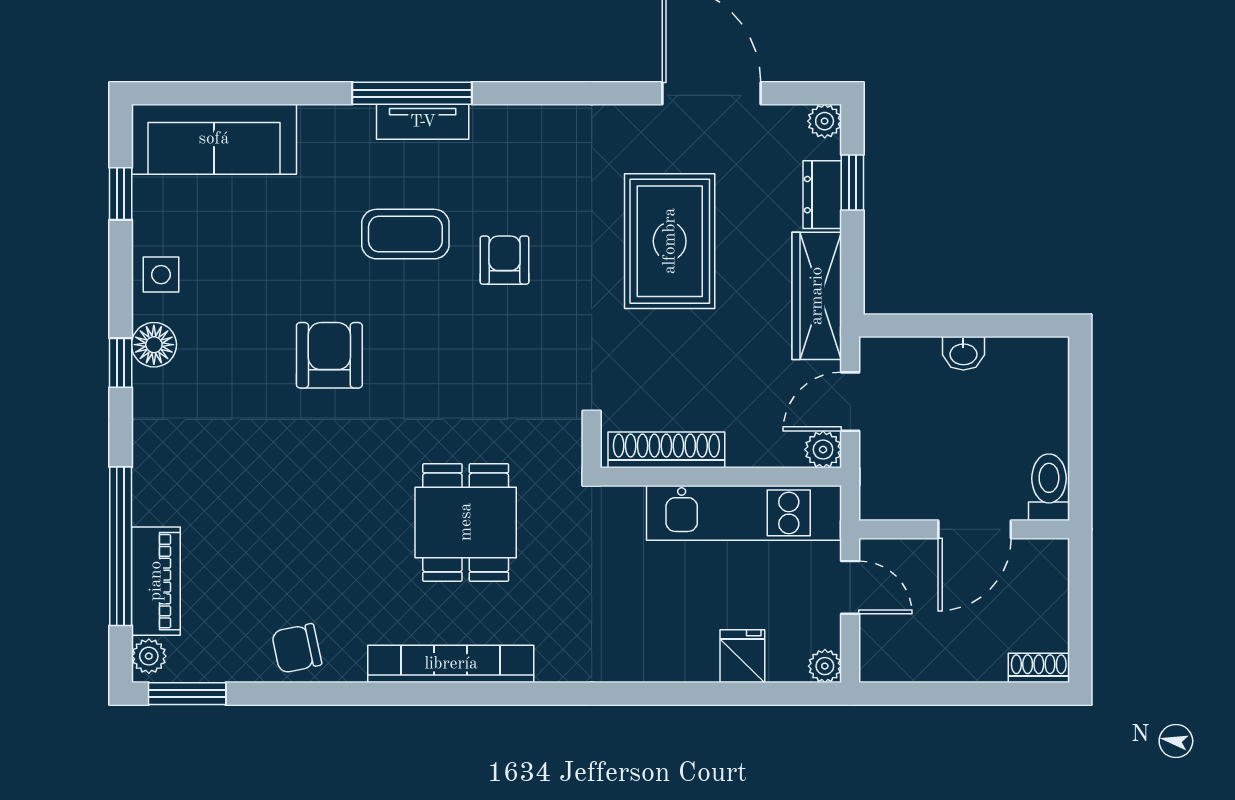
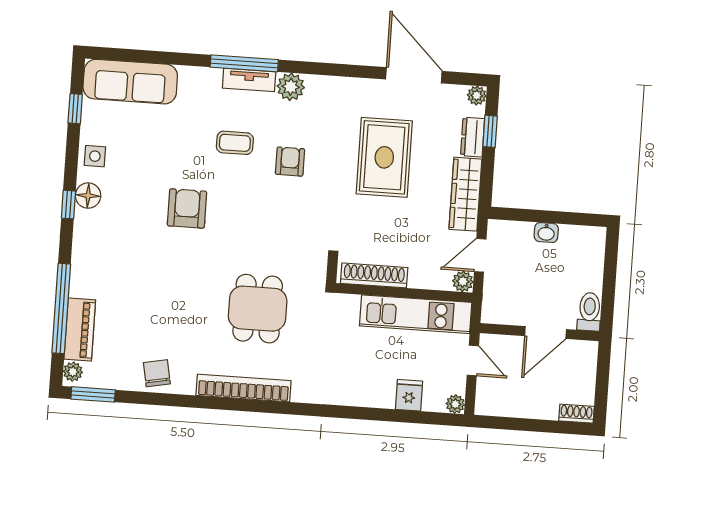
plant: (497, 129) -> (291, 87), added
coffee table: (405, 234) -> (235, 143), width x0.73, depth x0.77
chair: (297, 648) -> (157, 373), turned 91

